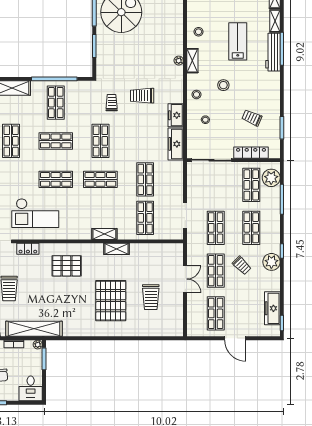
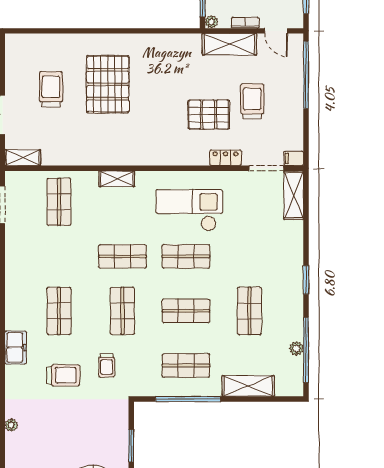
shop shelf: (56, 103) -> (186, 365), turned 90
freezer: (176, 144) -> (16, 307), removed
shop shelf: (145, 179) -> (59, 311), moved
checkout: (35, 213) -> (189, 210), moved
shelving: (117, 249) -> (23, 158), moved
pallet: (67, 266) -> (209, 115), moved
shelving: (34, 329) -> (229, 44), width x0.68

